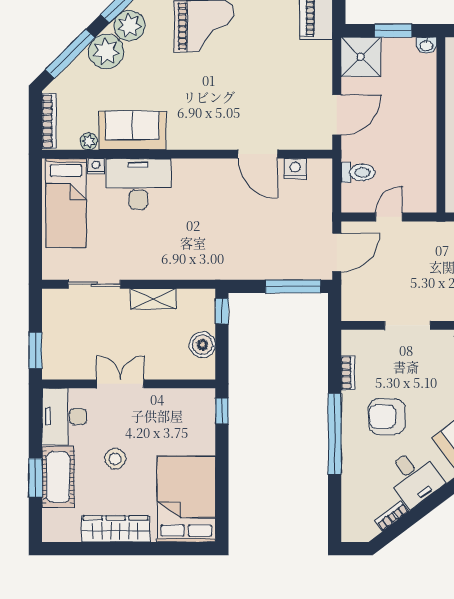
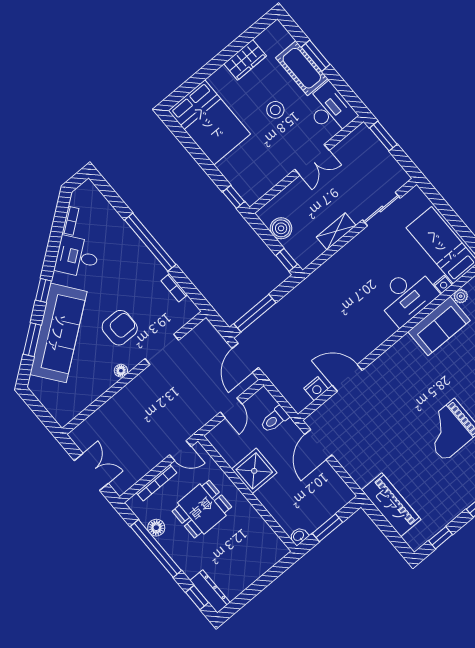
shower: (361, 57) -> (254, 471), moved
armchair: (387, 417) -> (120, 328), moved
wardrobe: (116, 529) -> (245, 60), width x0.67

